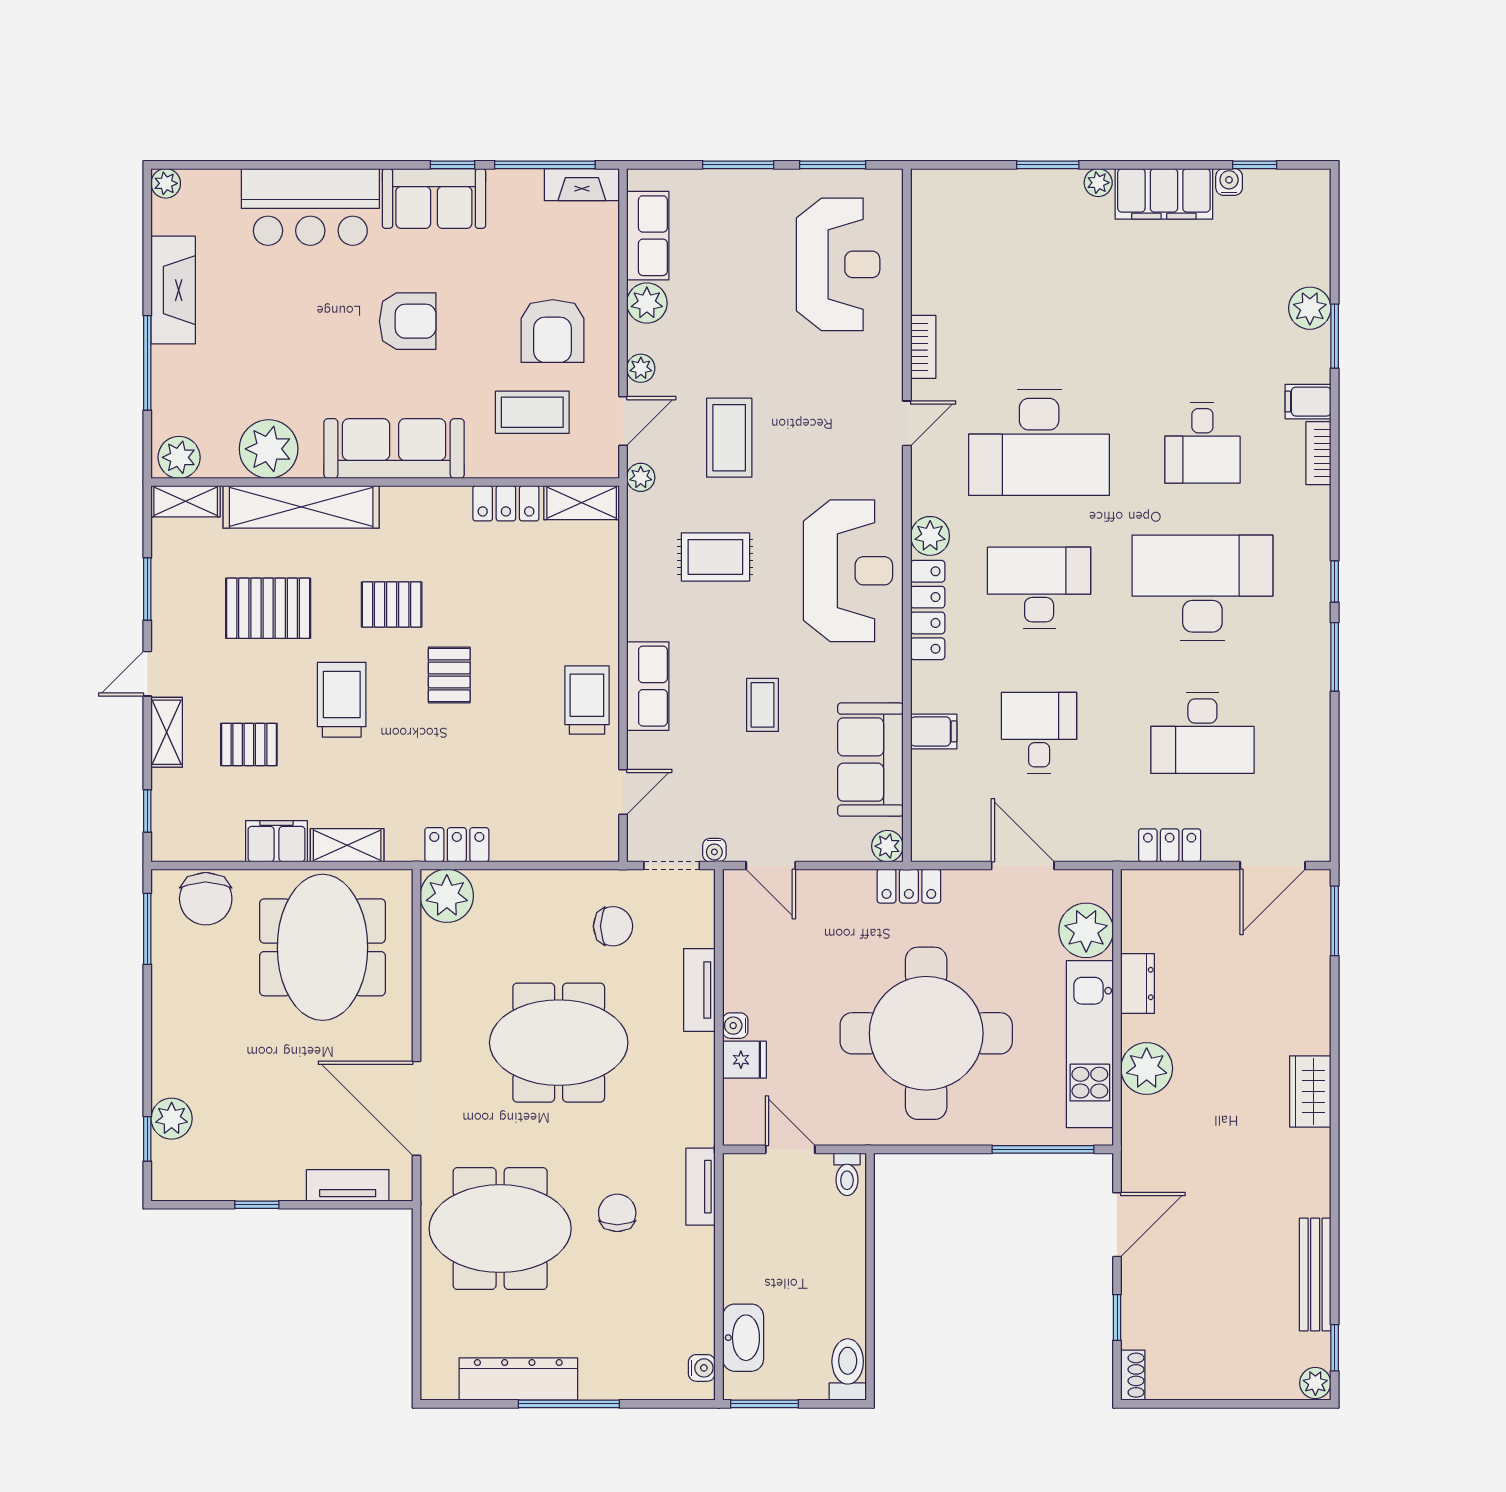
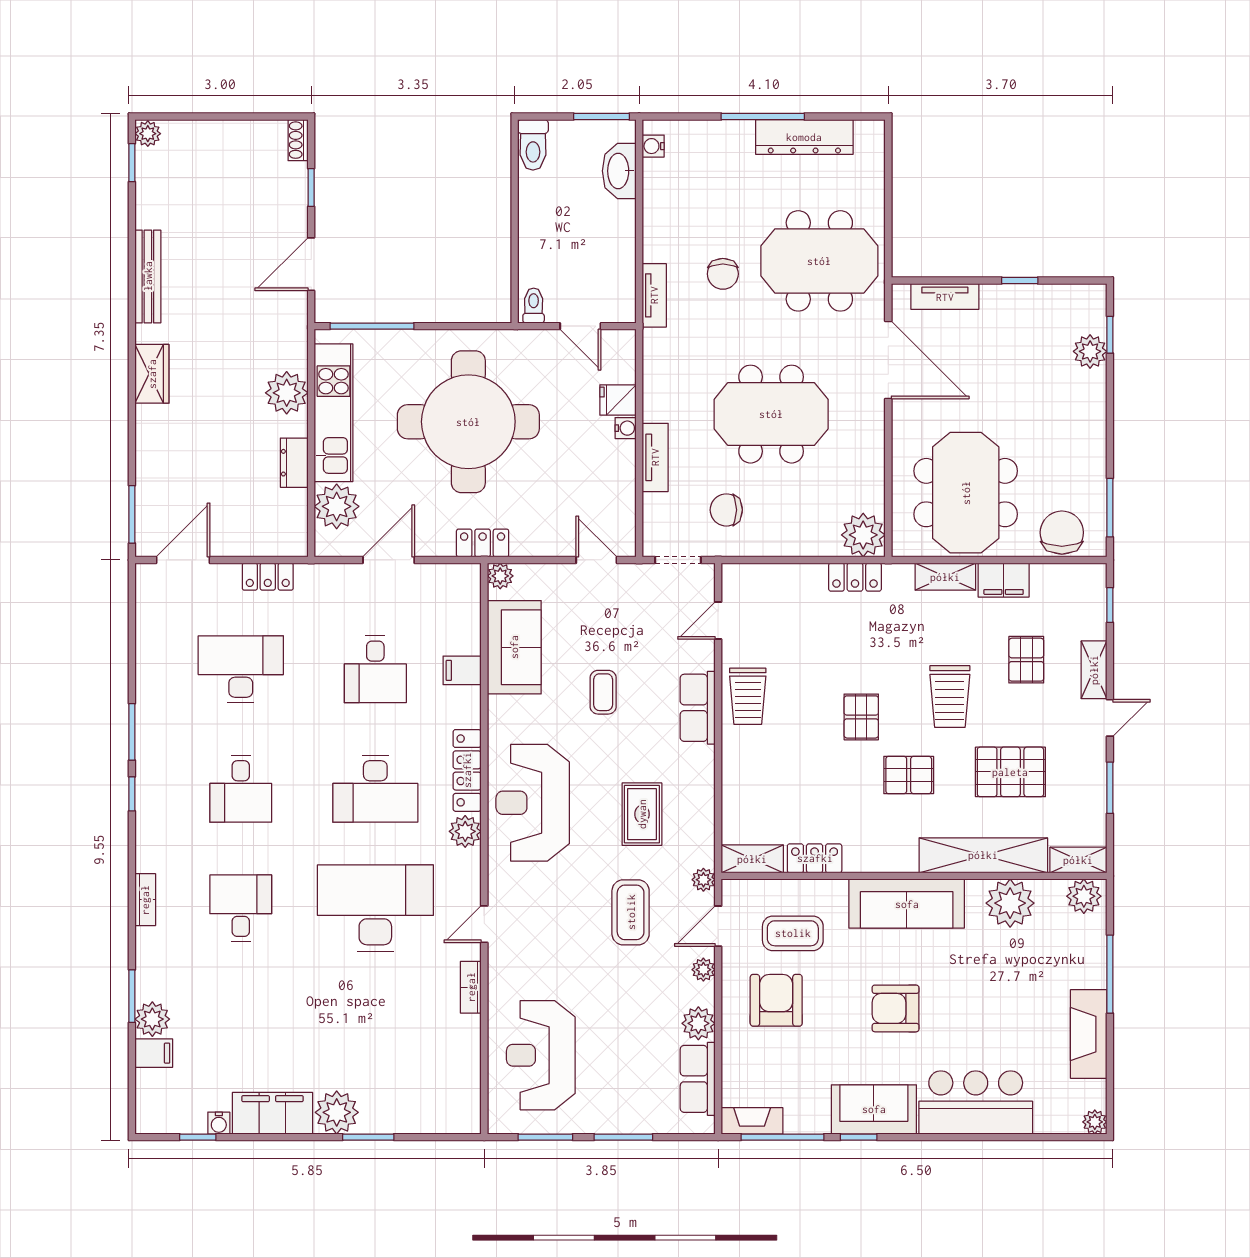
plant: (1098, 183) -> (337, 1112), width x1.87, depth x1.87
filing cabinet: (1308, 402) -> (154, 1053), moved
rug: (715, 557) -> (642, 814), turned 90
desk: (1202, 588) -> (241, 789), width x0.53, depth x0.77
pallet: (249, 744) -> (1026, 660), turned 90
water cooler: (714, 850) -> (643, 573), removed
door: (1023, 865) -> (389, 560), swing flipped
bench: (1315, 1275) -> (148, 276), moved

